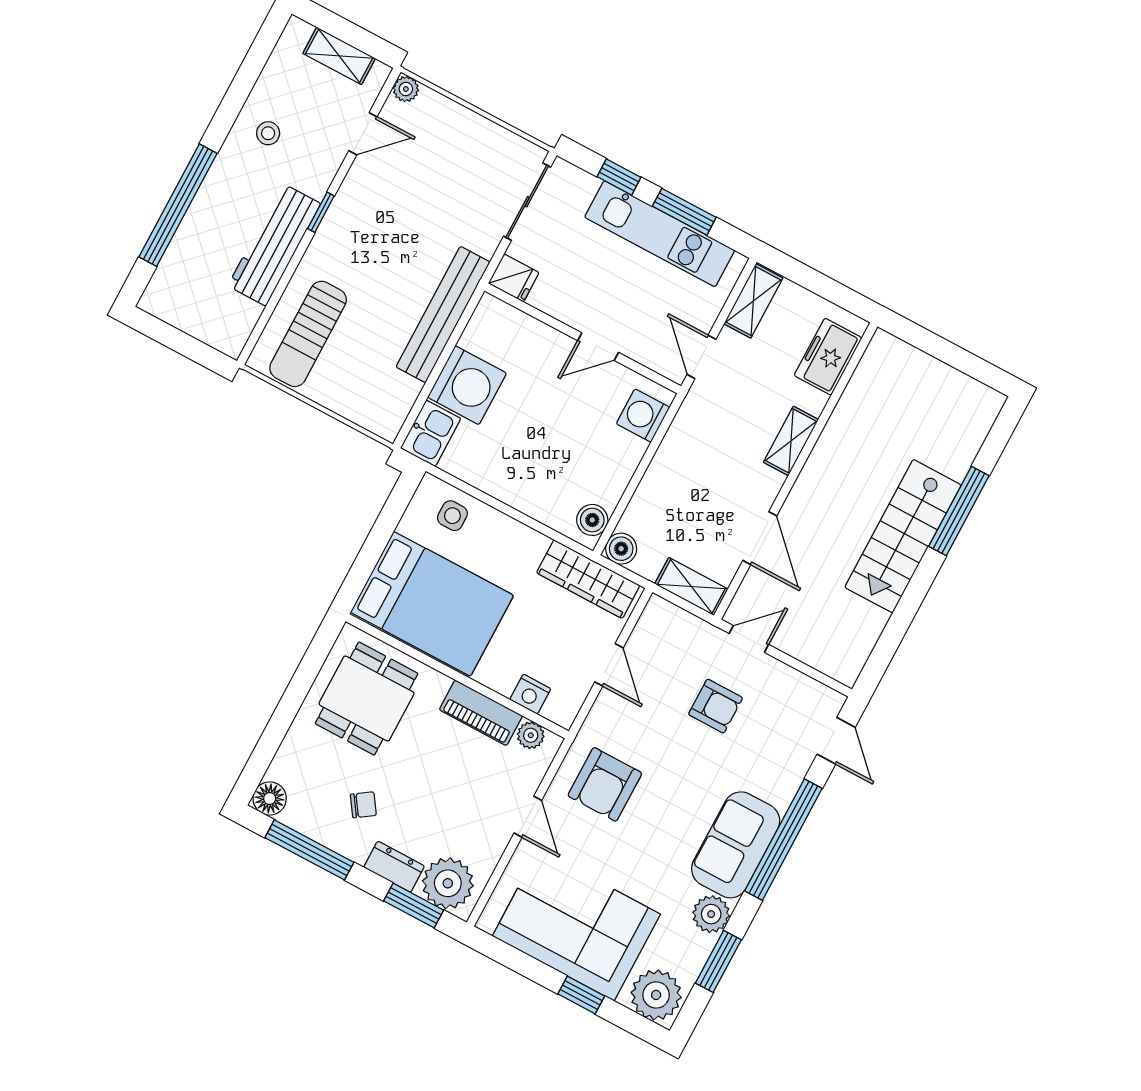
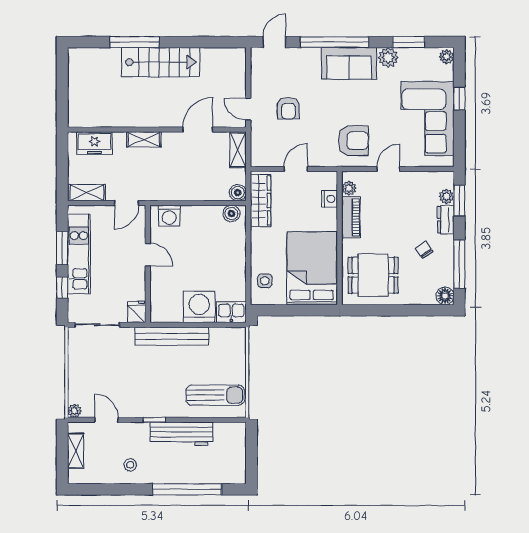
armchair: (715, 706) -> (288, 108), turned 180
plant: (448, 883) -> (447, 196), width x0.53, depth x0.53
plant: (656, 995) -> (447, 57), width x0.53, depth x0.53

